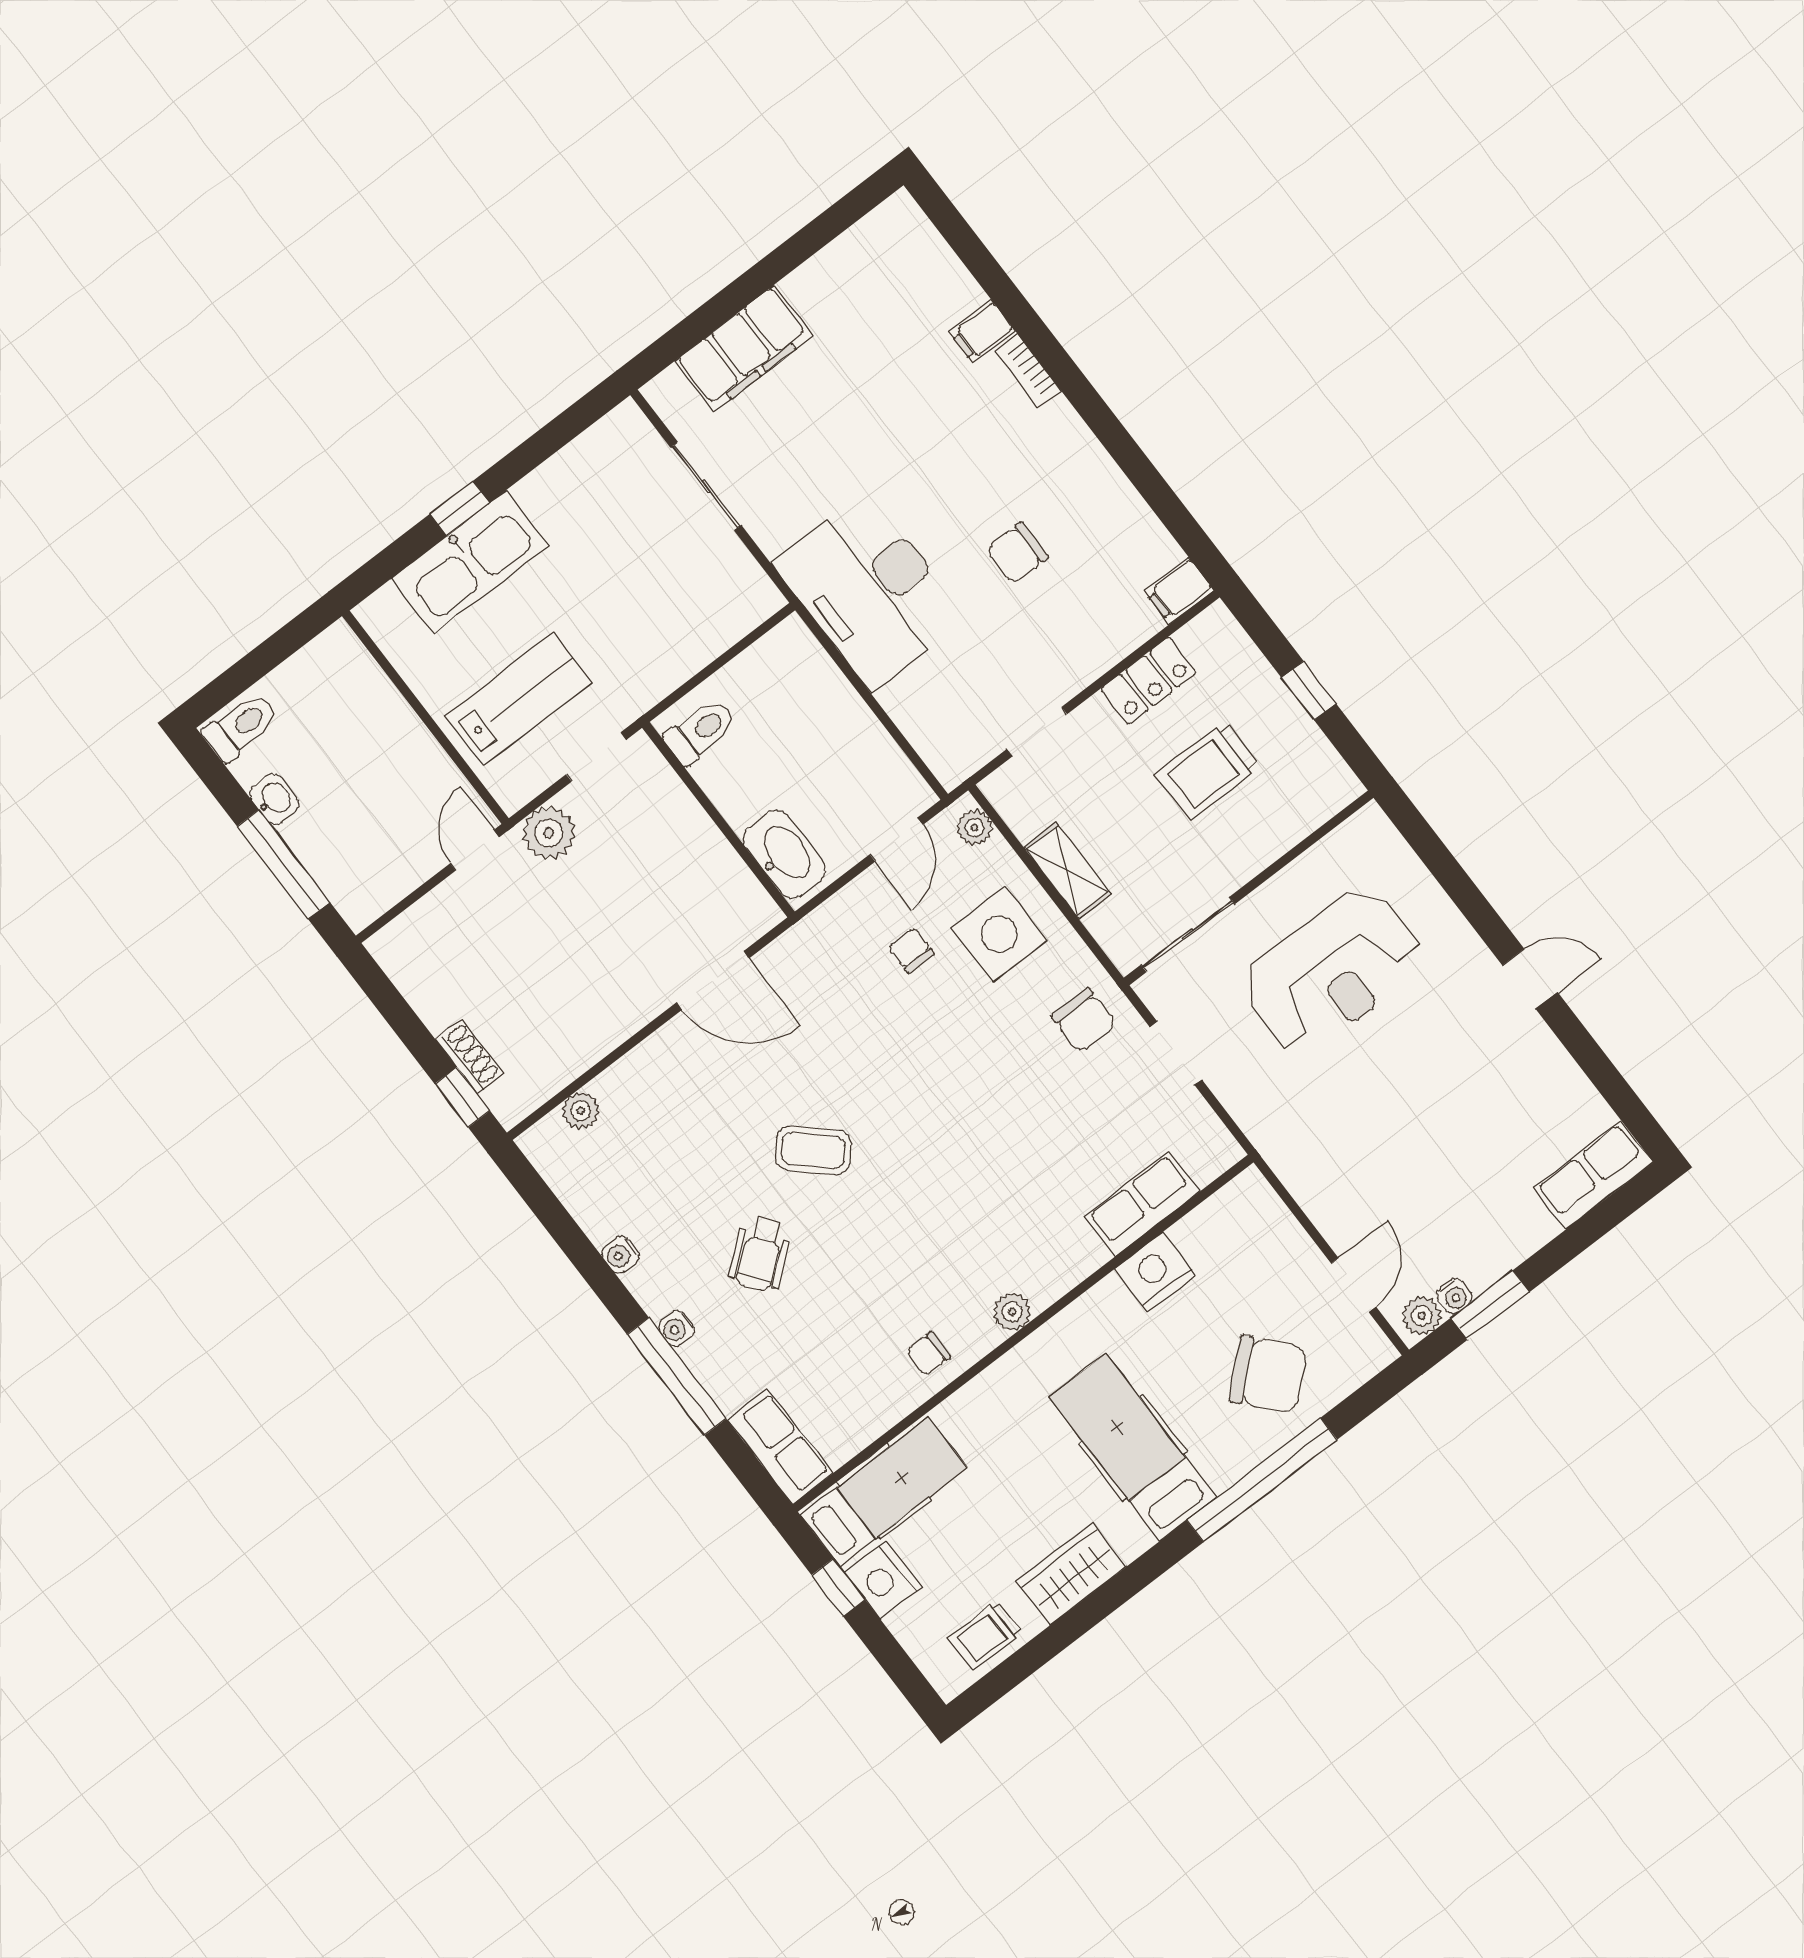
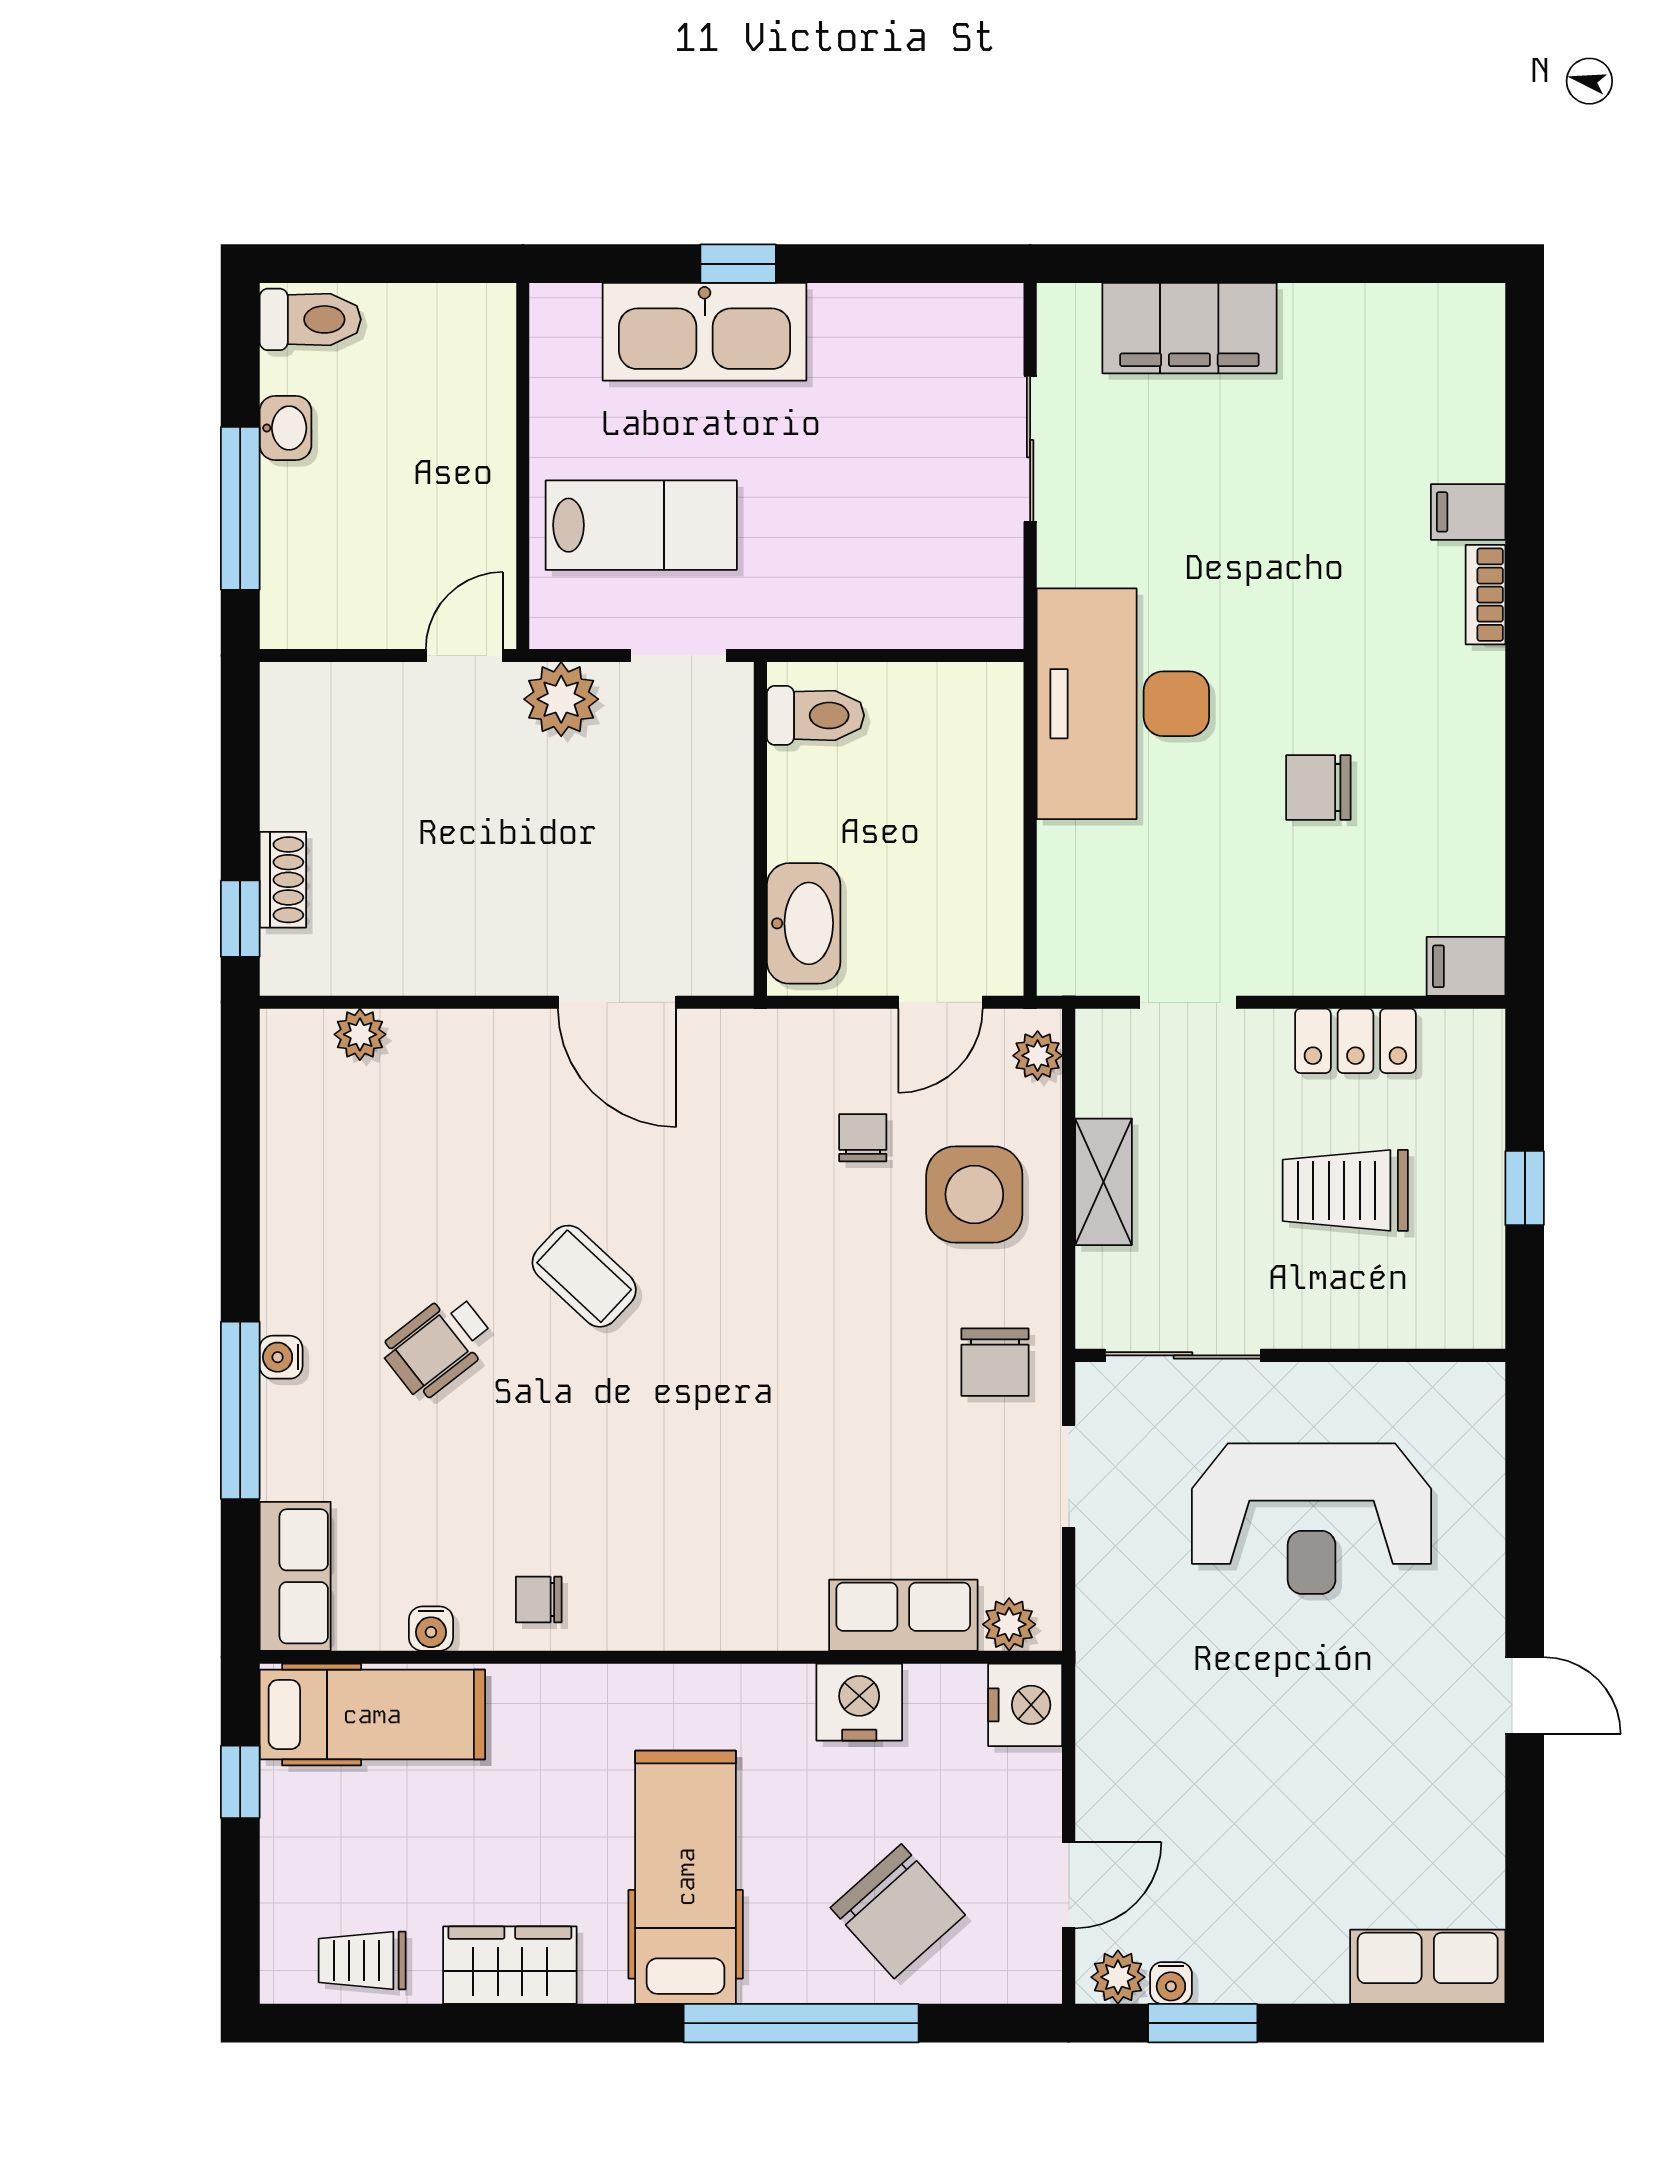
water cooler: (620, 1255) -> (431, 1629), moved, turned -90
plant: (1012, 1312) -> (1009, 1624), moved
nightstand: (883, 1580) -> (1025, 1705), moved, turned 180

